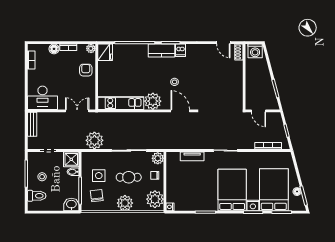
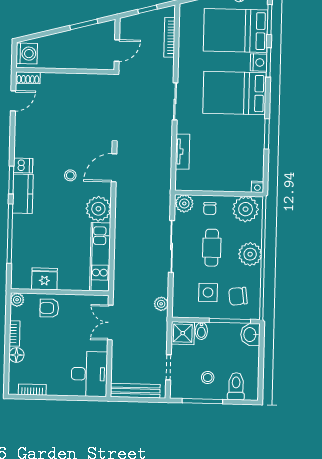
fridge: (105, 52) -> (44, 279), moved
bench: (32, 124) -> (135, 391), width x1.36
plant: (94, 140) -> (161, 304), width x0.53, depth x0.53

